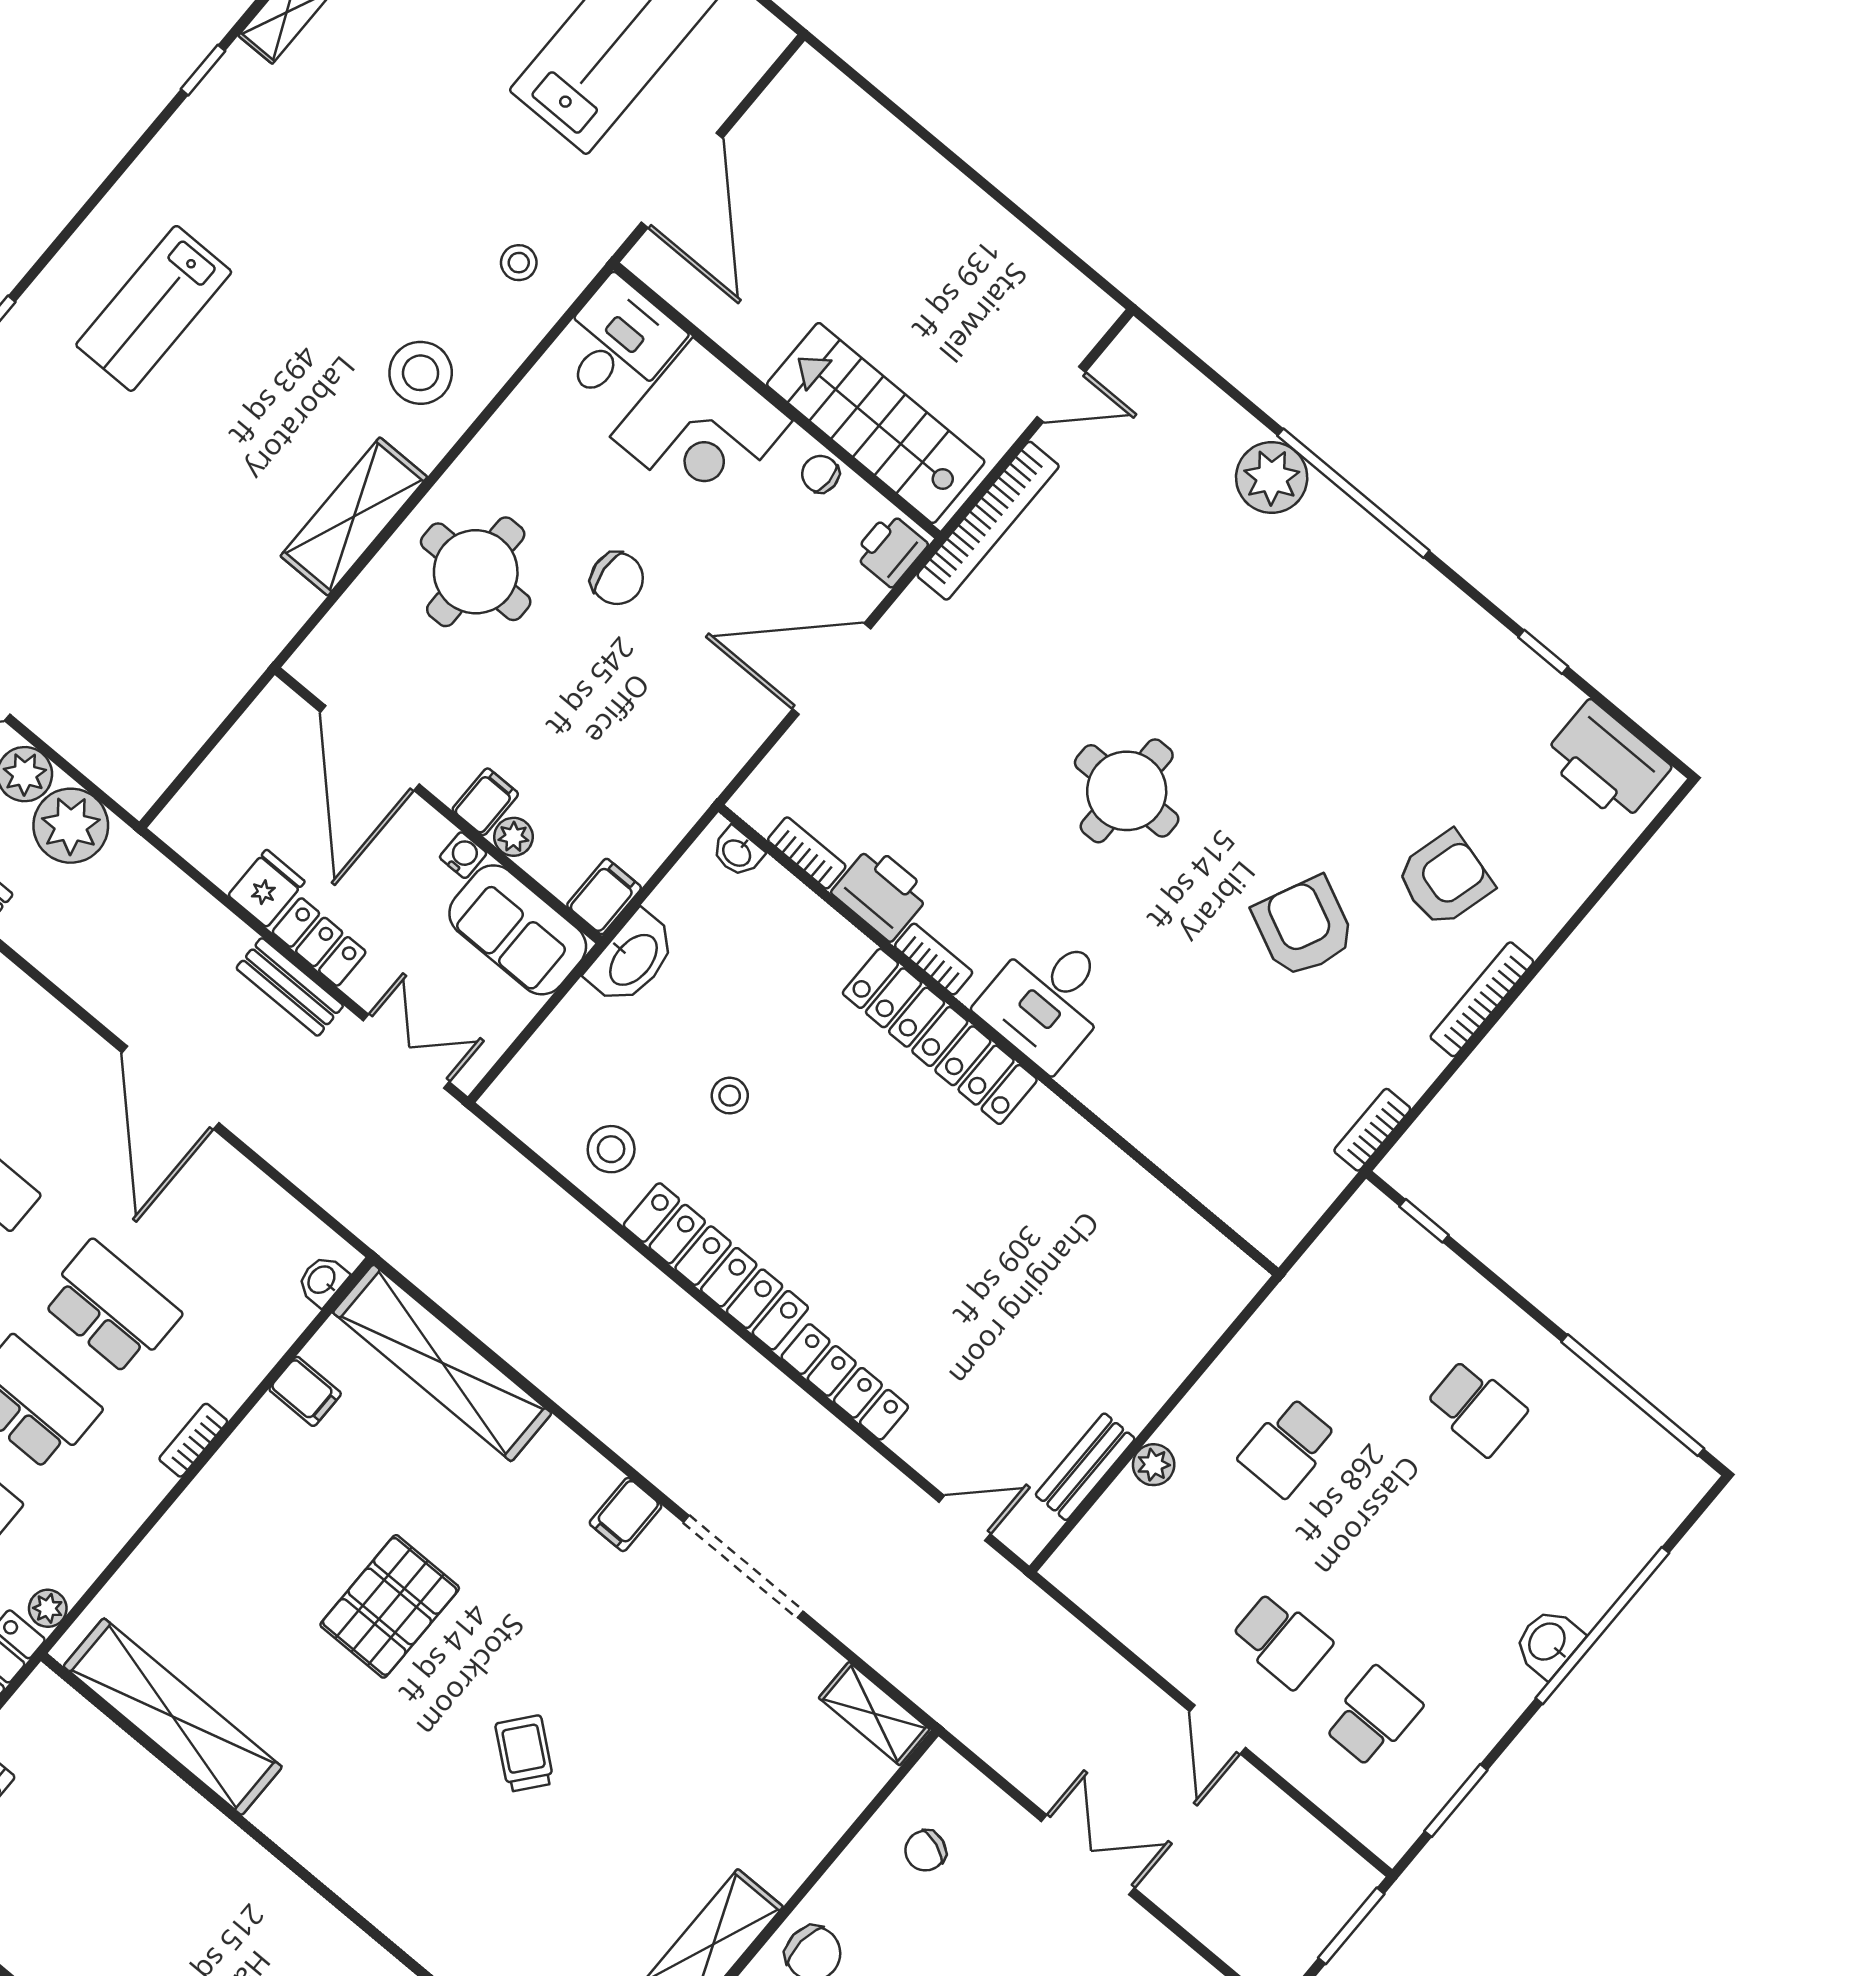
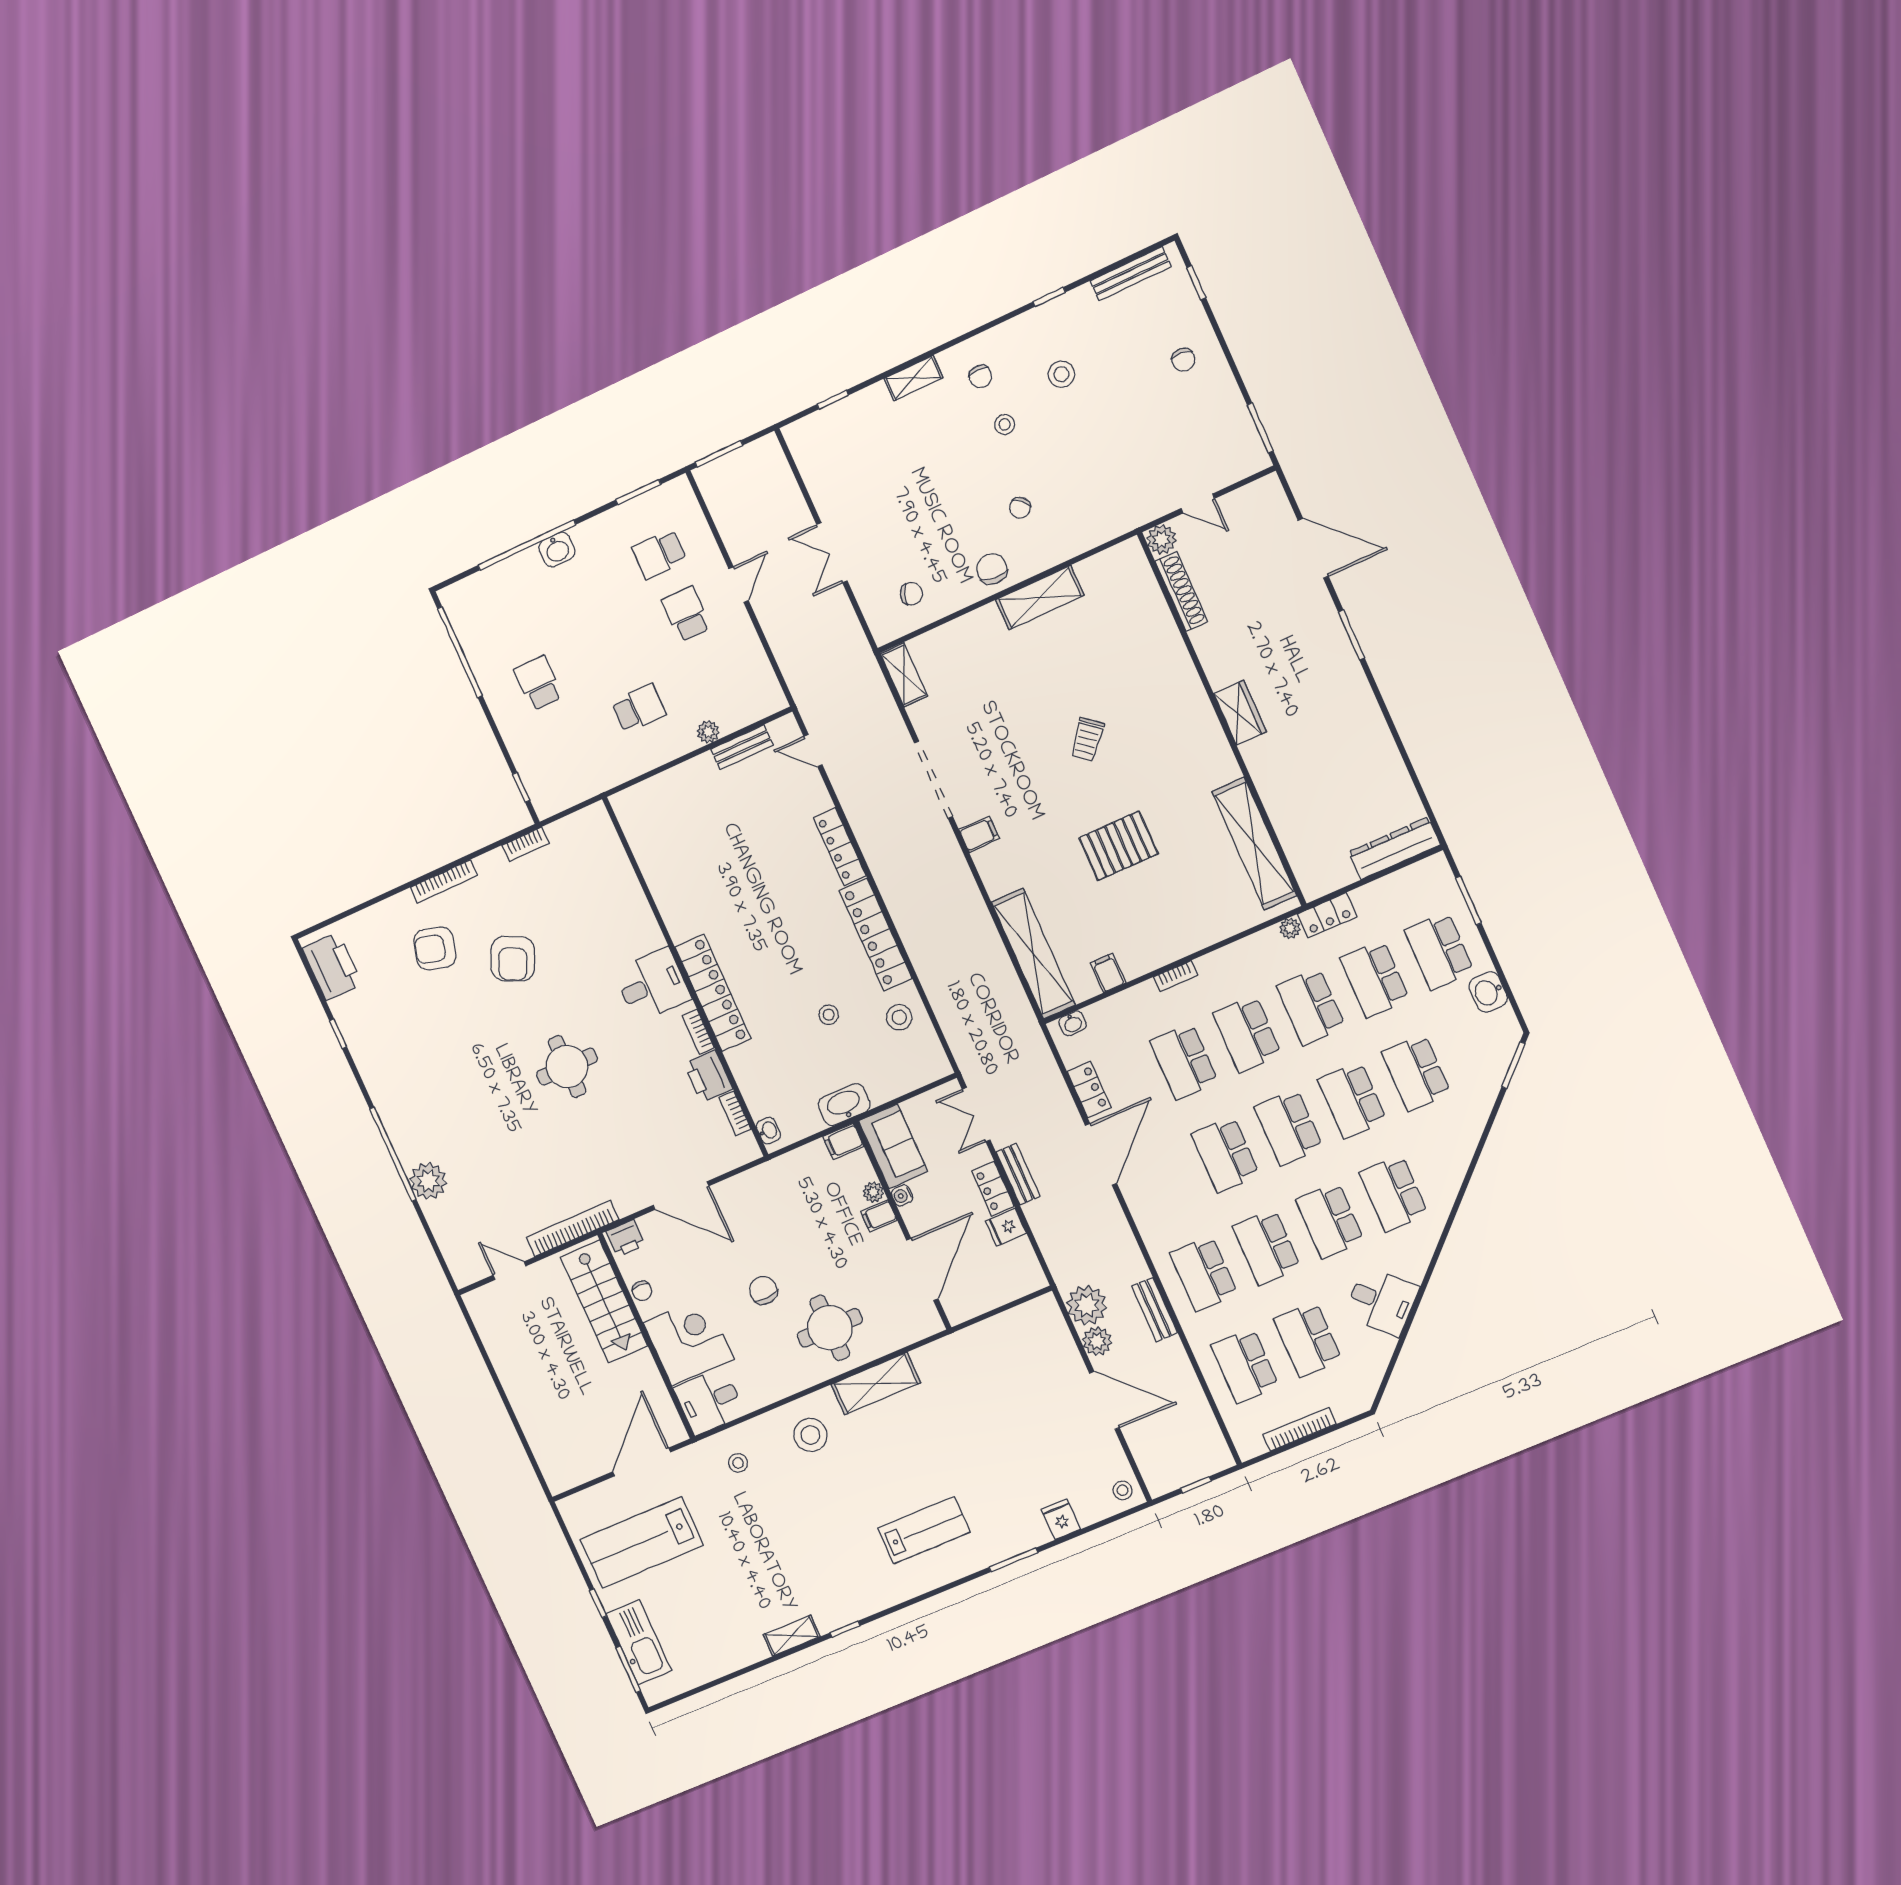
locker: (242, 1185) -> (1089, 1090), added
wardrobe: (300, 1915) -> (1240, 713), added

